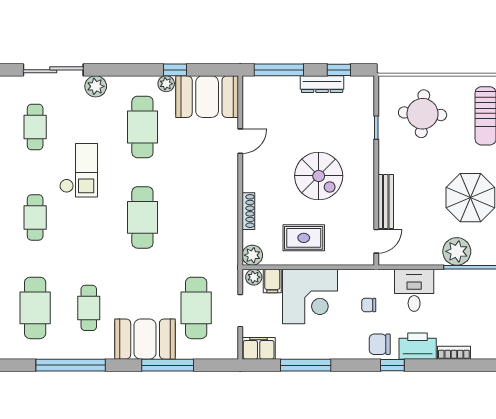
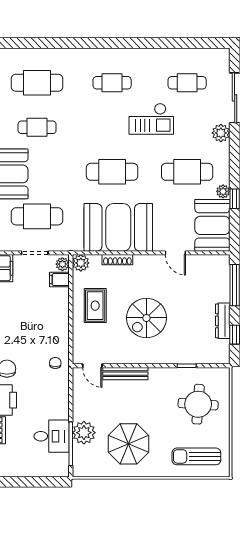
booth: (209, 210) -> (118, 227), added
desk: (414, 290) -> (52, 436), moved
corner desk: (310, 297) -> (46, 311), removed
chair: (369, 305) -> (55, 363), moved

